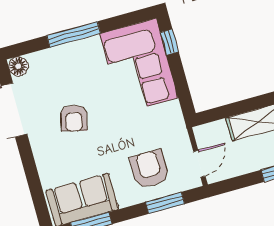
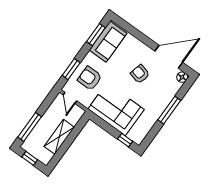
corner sofa: (139, 66) -> (116, 109), moved
armchair: (149, 169) -> (90, 78), turned 180

